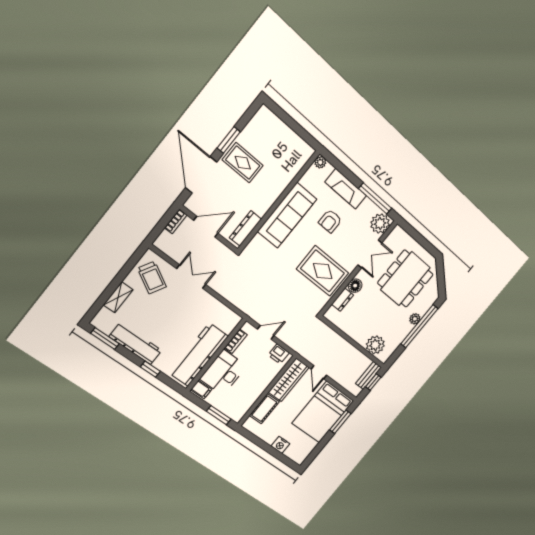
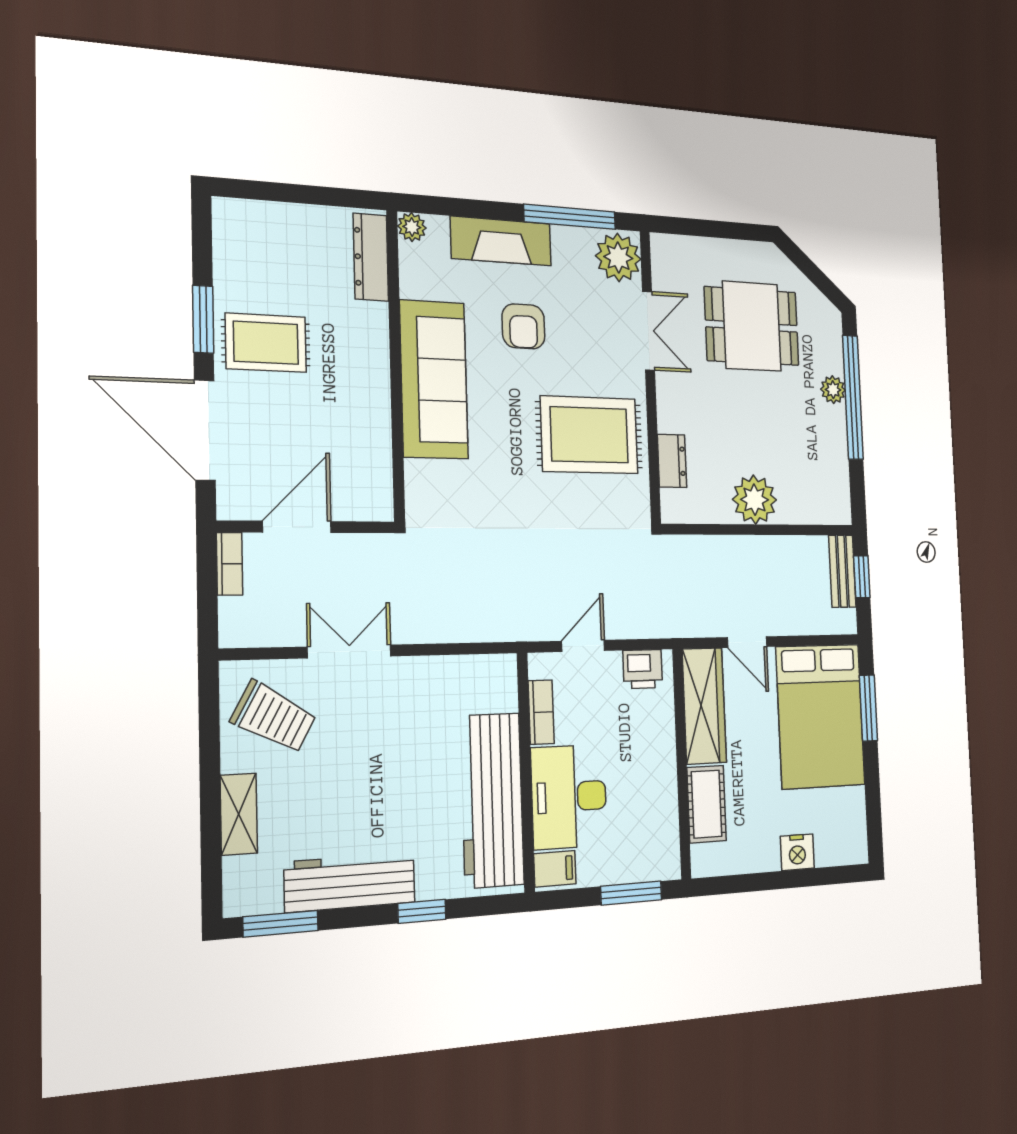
dresser: (245, 228) -> (371, 257), moved
dining table: (405, 279) -> (752, 326), width x0.73
floor lamp: (355, 286) -> (672, 415), removed
plant: (375, 345) -> (755, 500), moved

